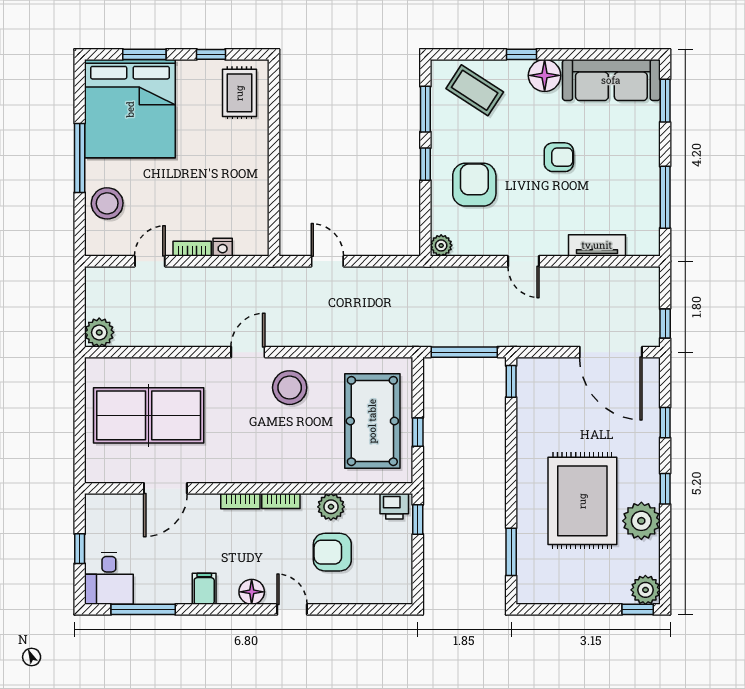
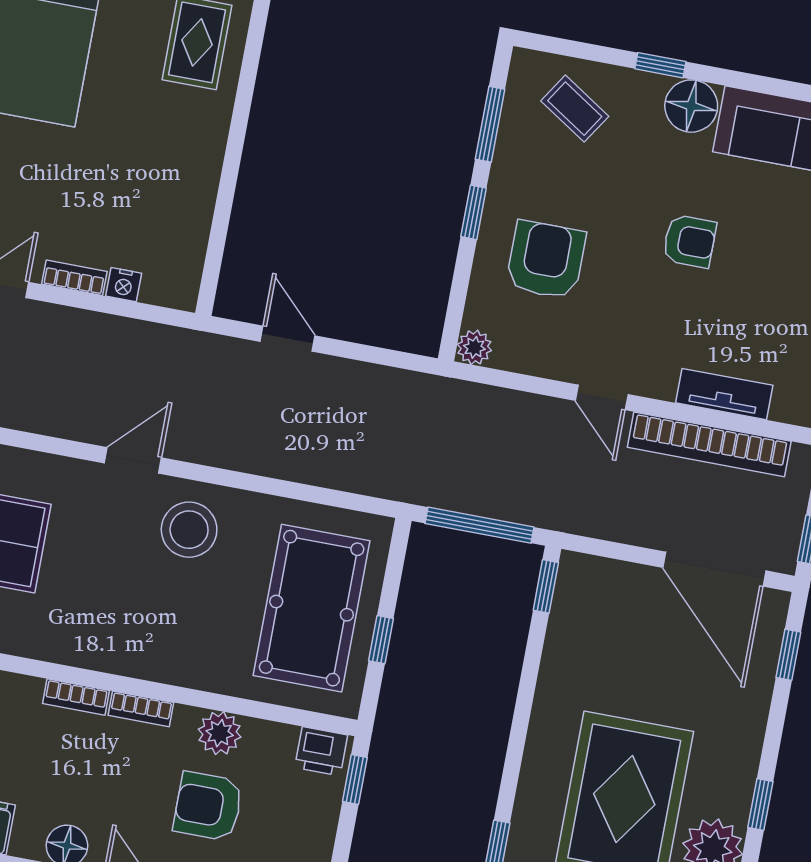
coffee table: (475, 90) -> (575, 109), width x0.73, depth x0.77
bookcase: (594, 277) -> (709, 444), added
window: (665, 423) -> (788, 655), moved

